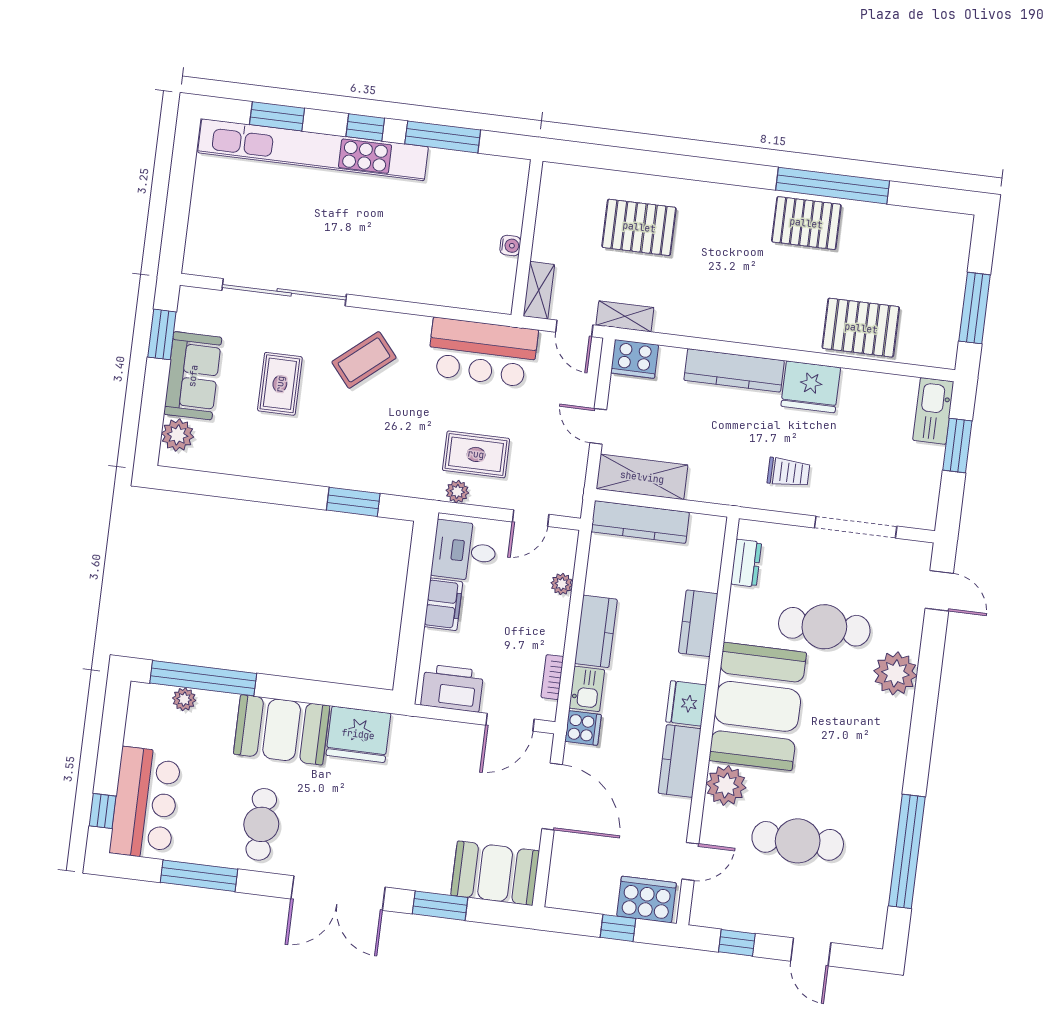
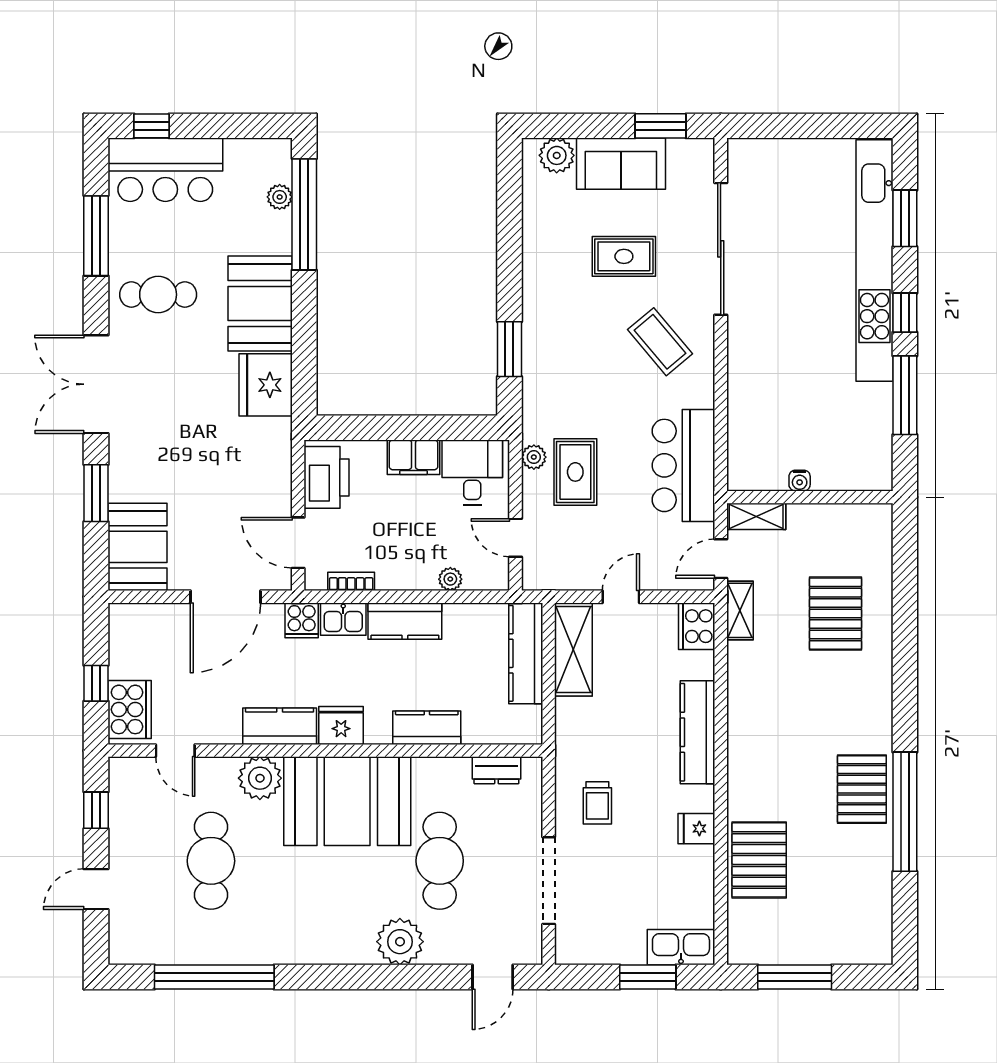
fridge: (811, 387) -> (696, 829), width x0.53, depth x0.75

